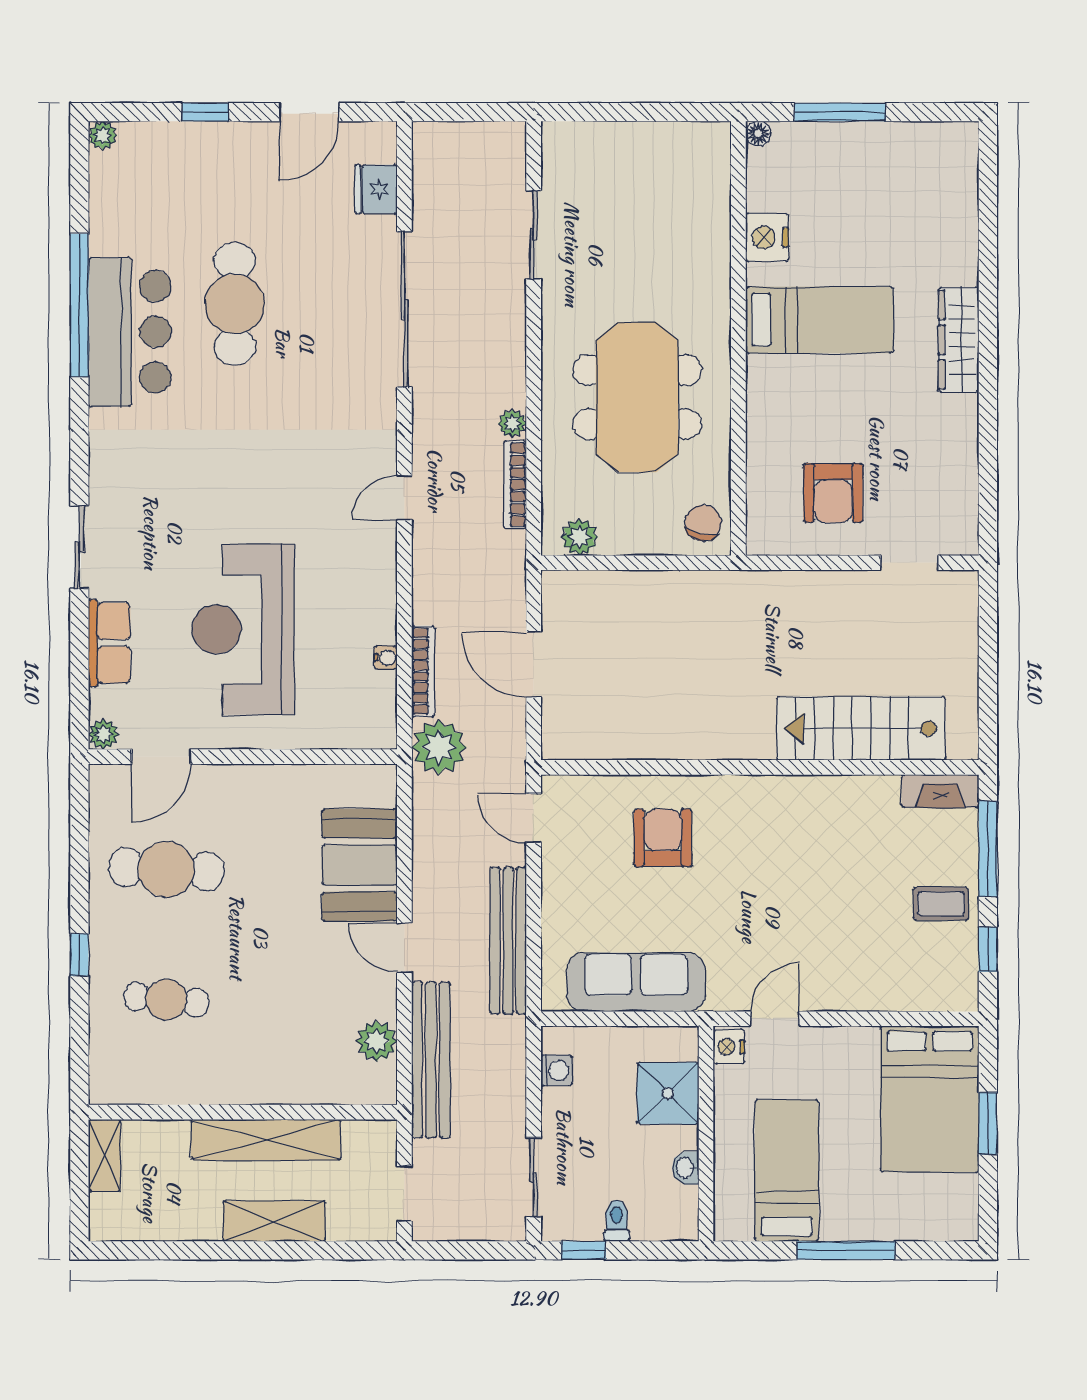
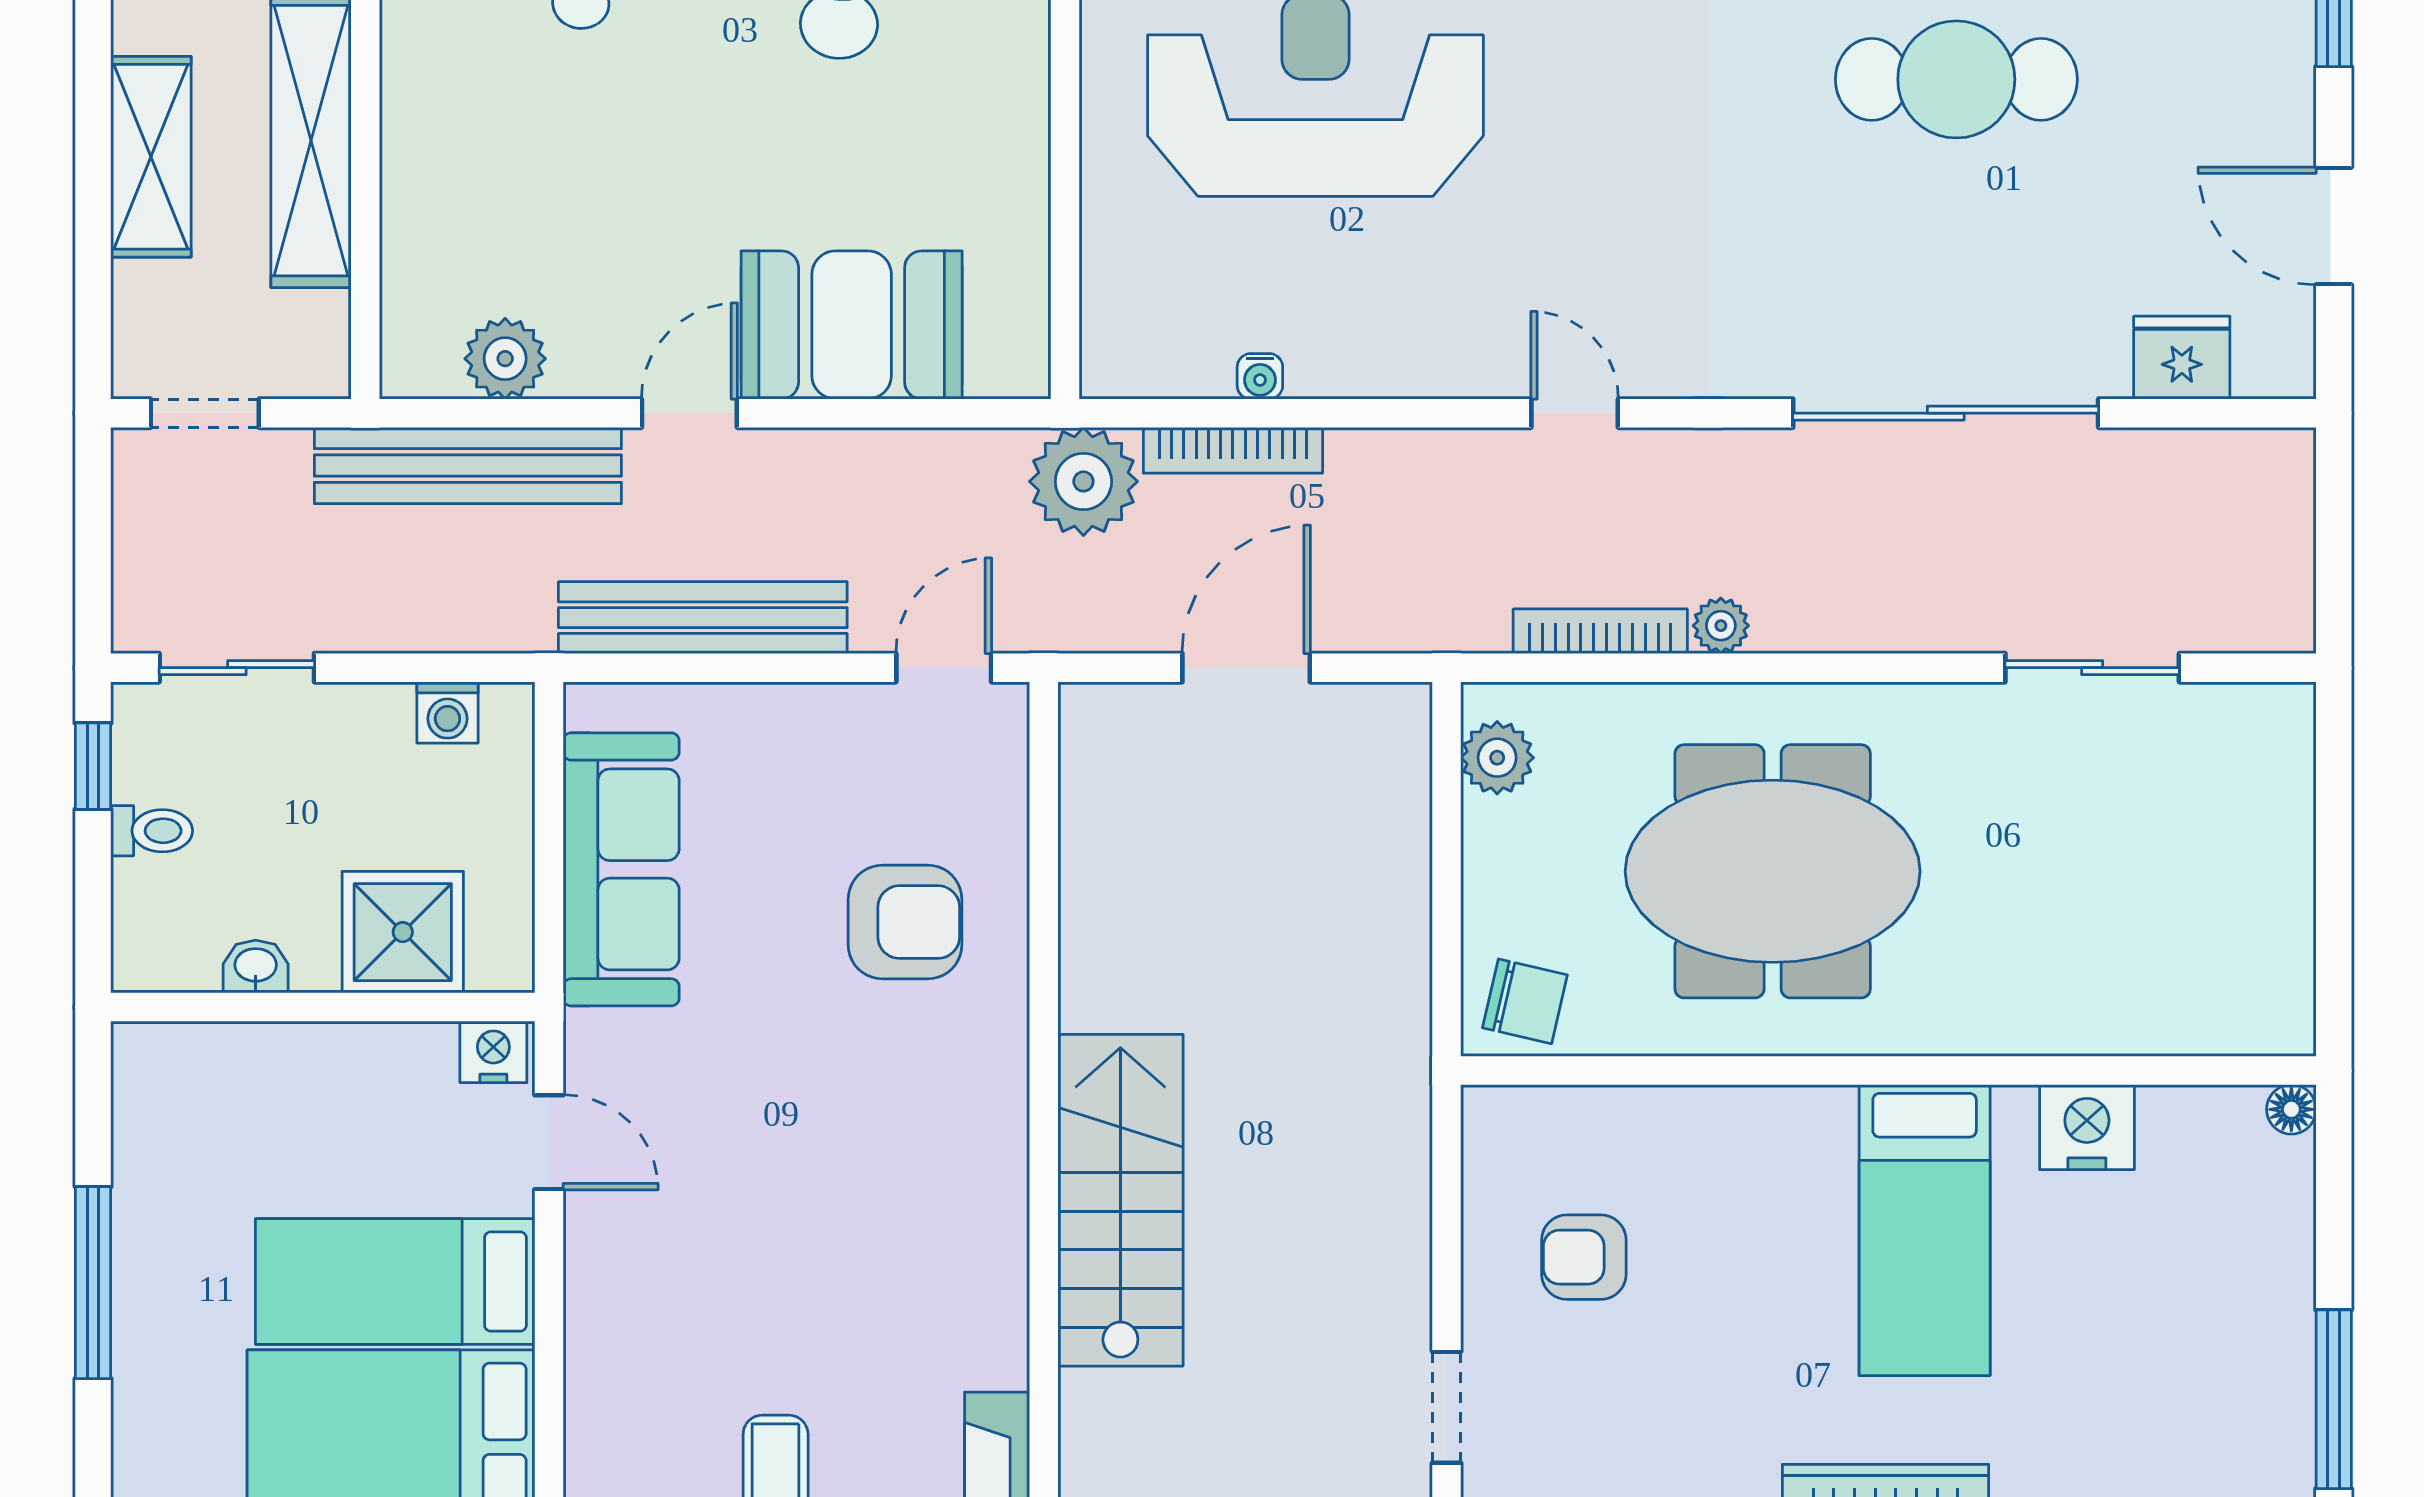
window: (840, 112) -> (2334, 1399), moved
armchair: (833, 493) -> (1584, 1257), width x0.72, depth x0.72
stairs: (861, 728) -> (1120, 1200), moved
bed: (787, 1170) -> (395, 1281), moved, turned 180

